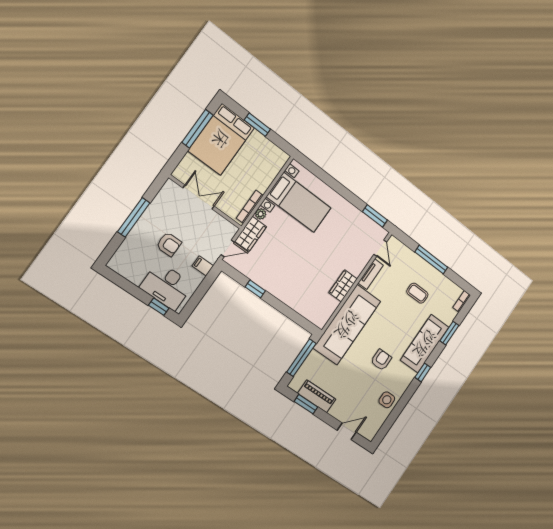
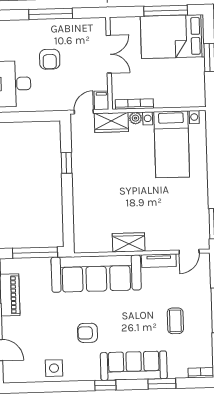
door: (228, 248) -> (84, 112), swing flipped
filing cabinet: (203, 266) -> (101, 100), moved
armchair: (381, 360) -> (88, 333), turned 180

